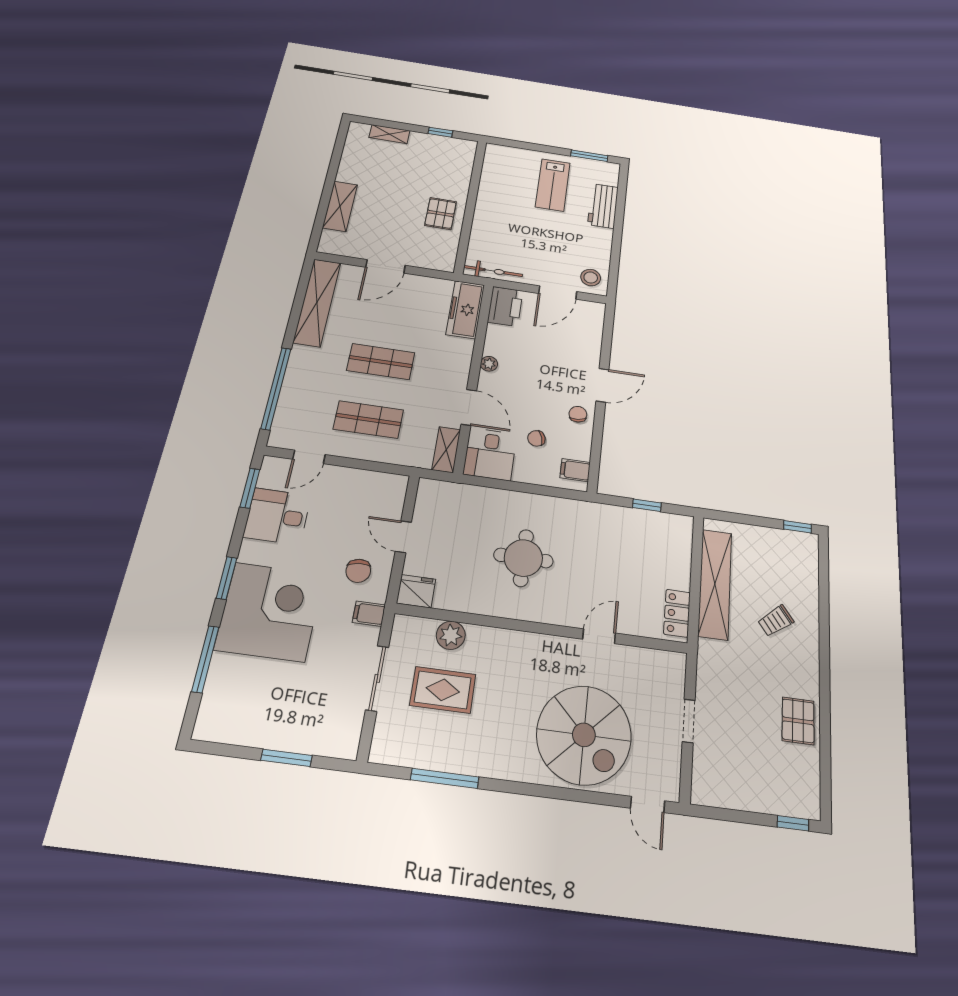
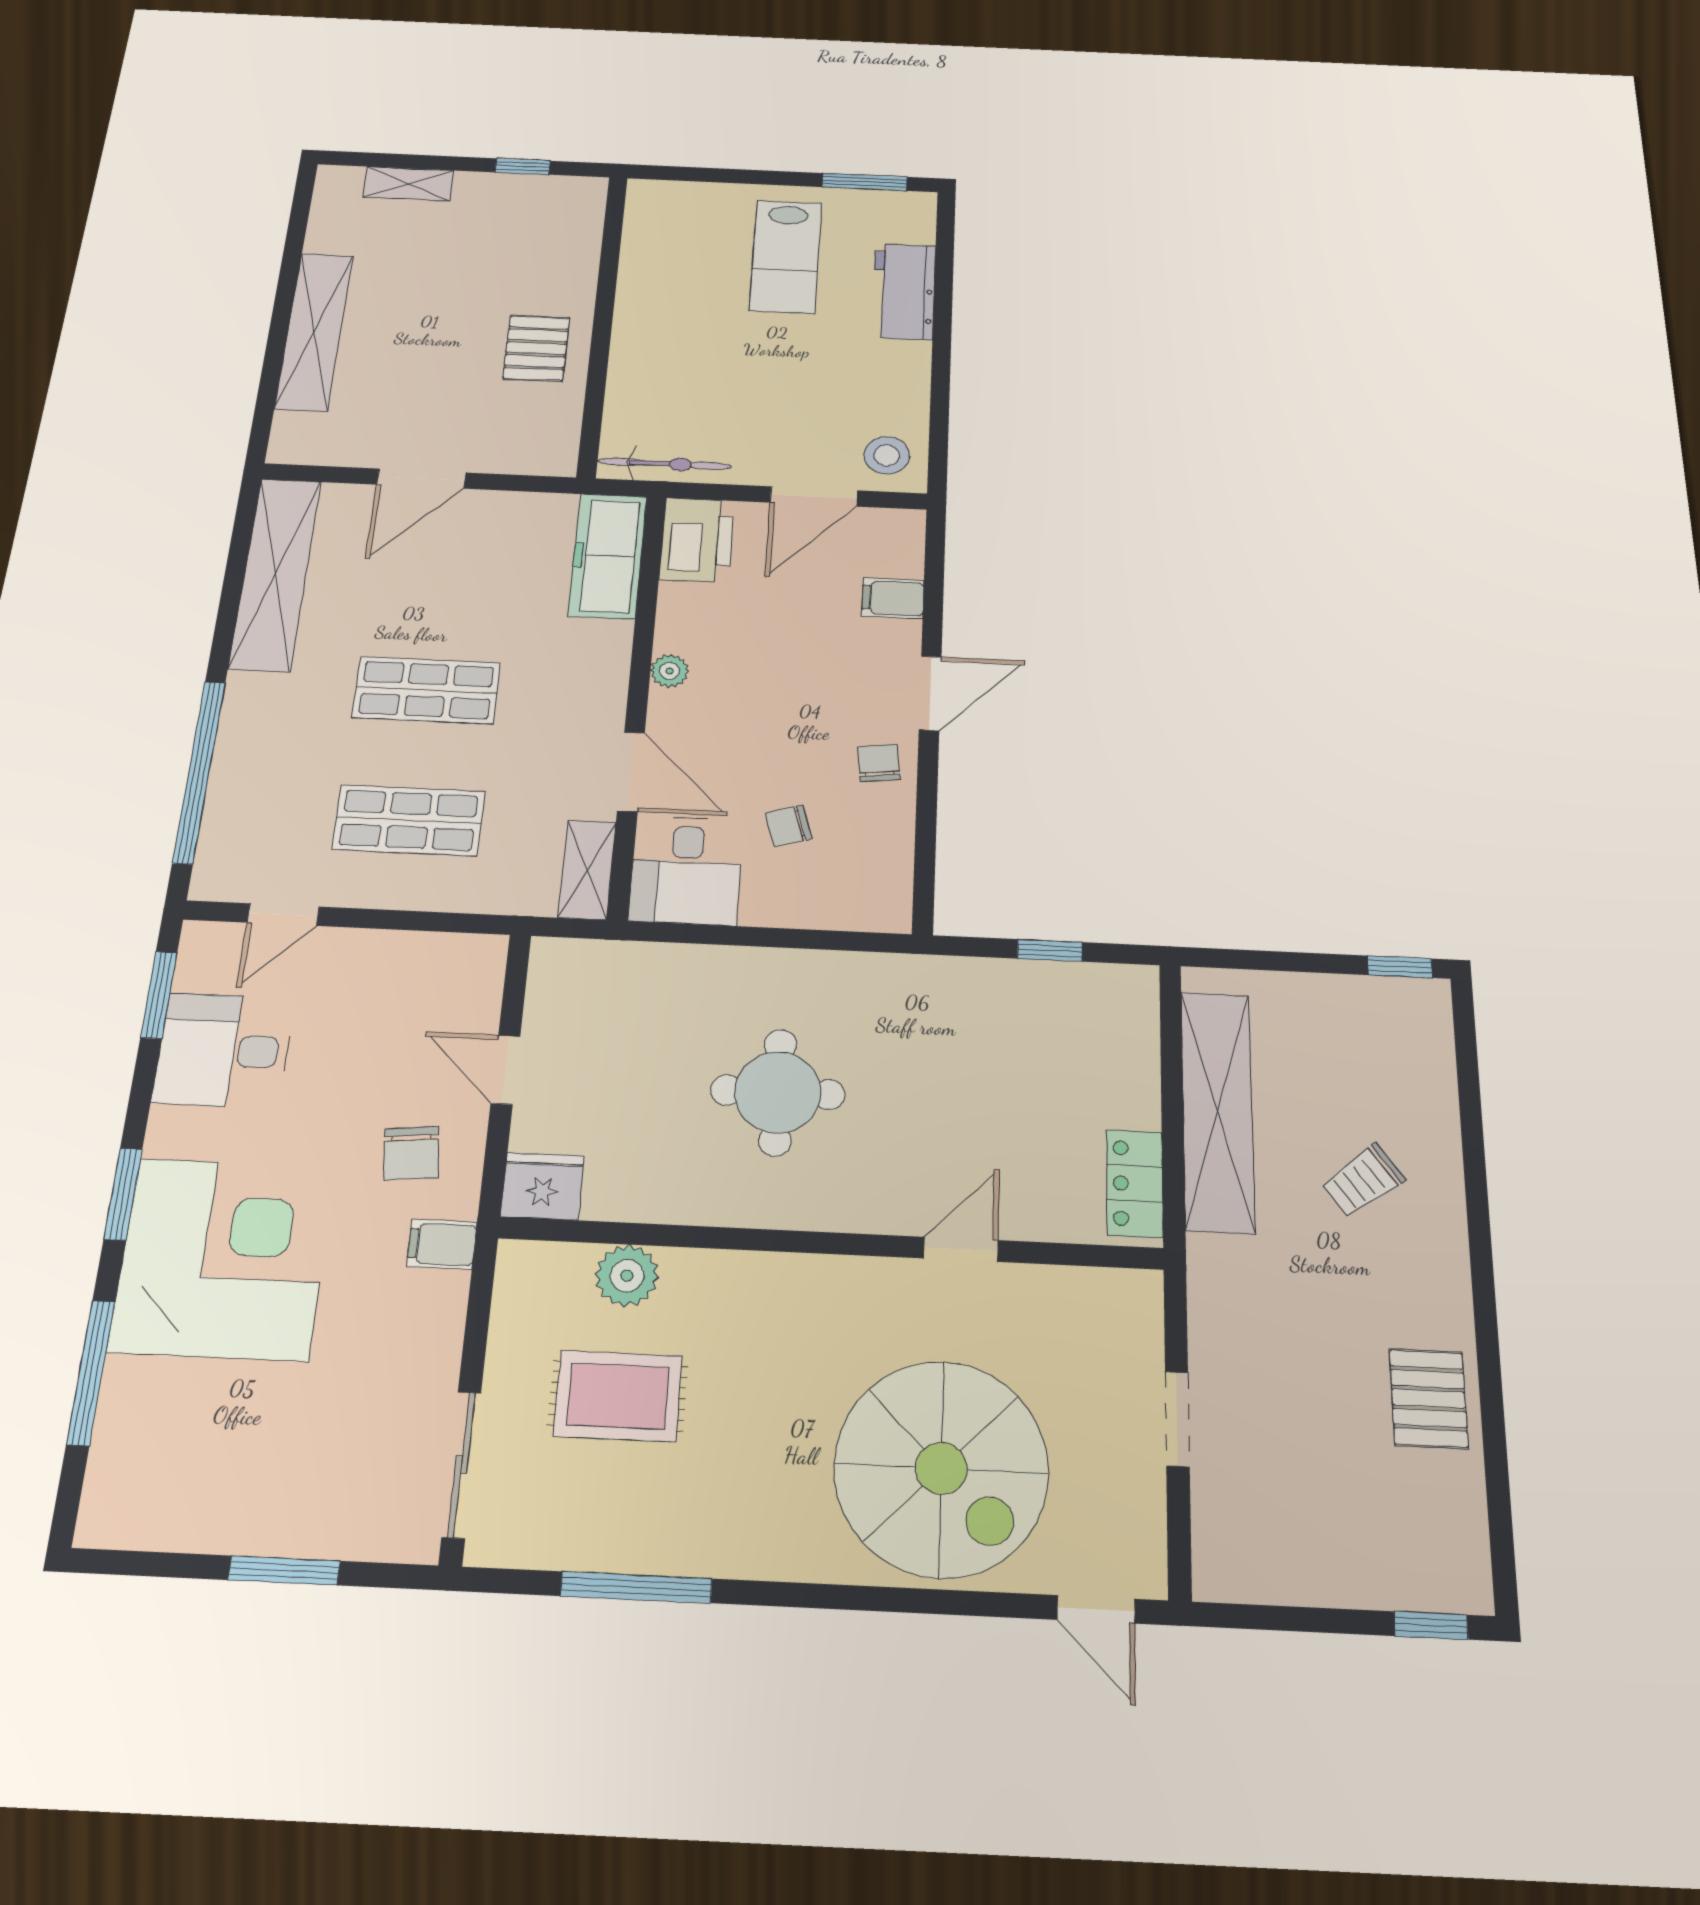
shelving: (340, 206) -> (314, 331), width x1.47
filing cabinet: (575, 470) -> (893, 598), moved
sliding door: (377, 678) -> (461, 1464), moved

